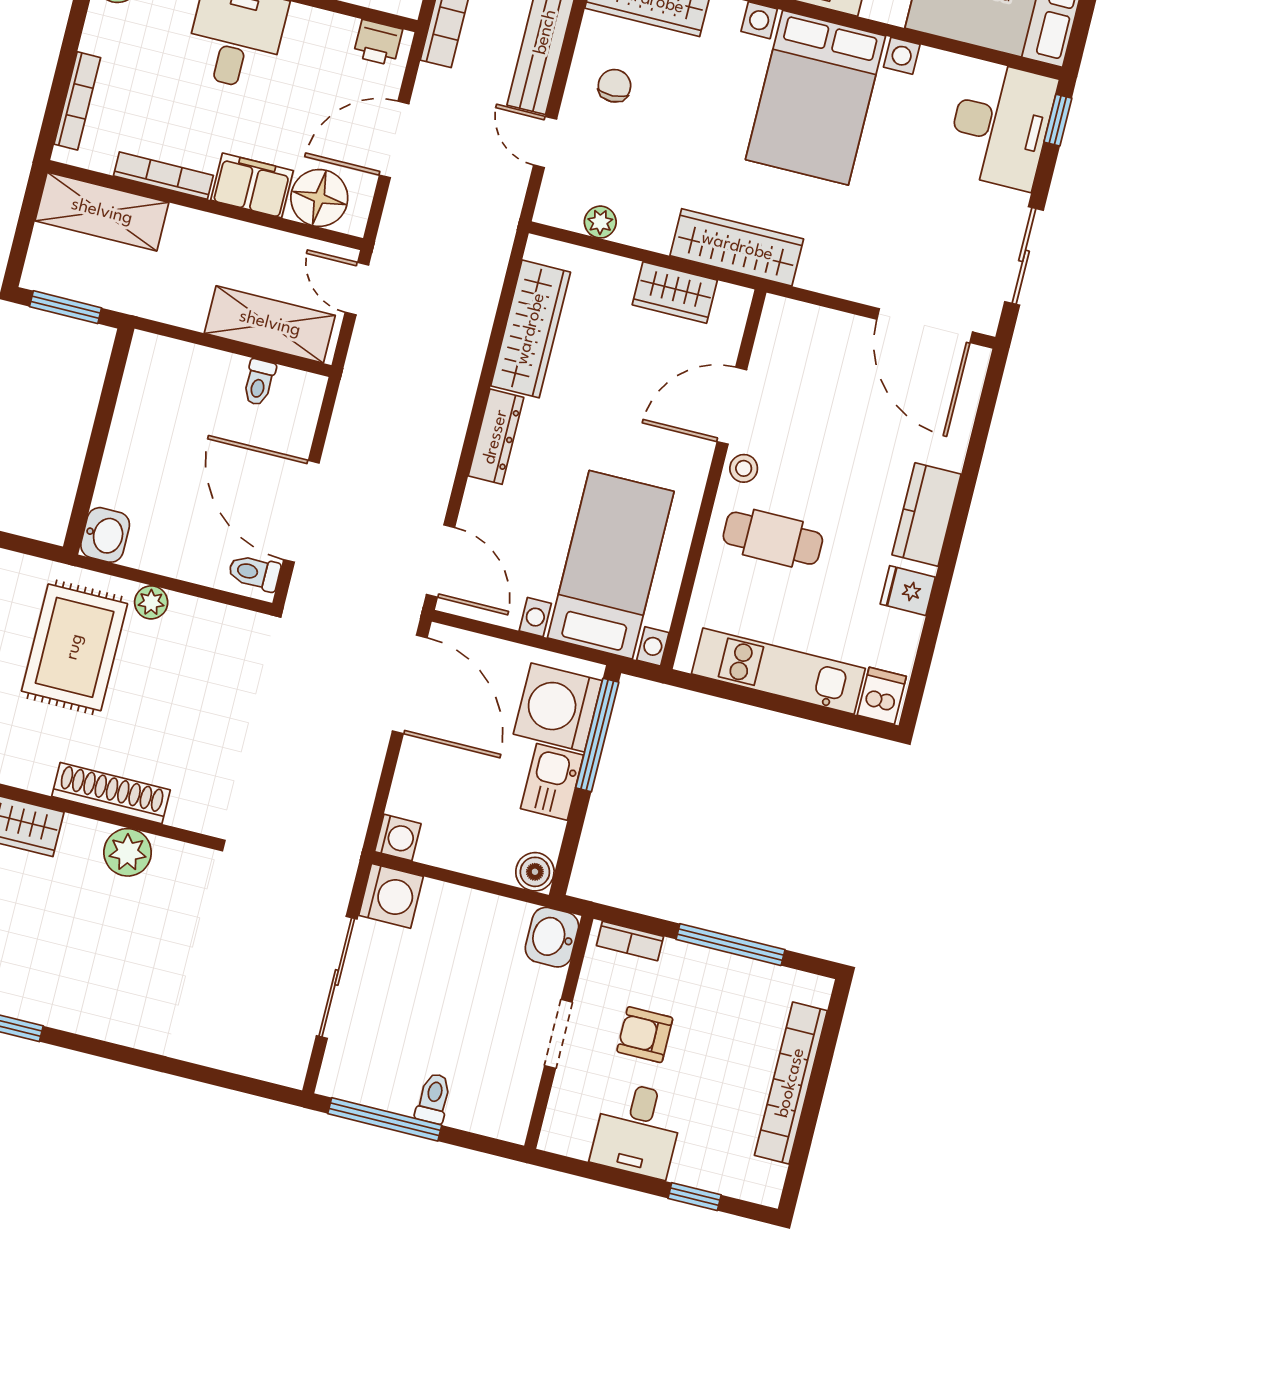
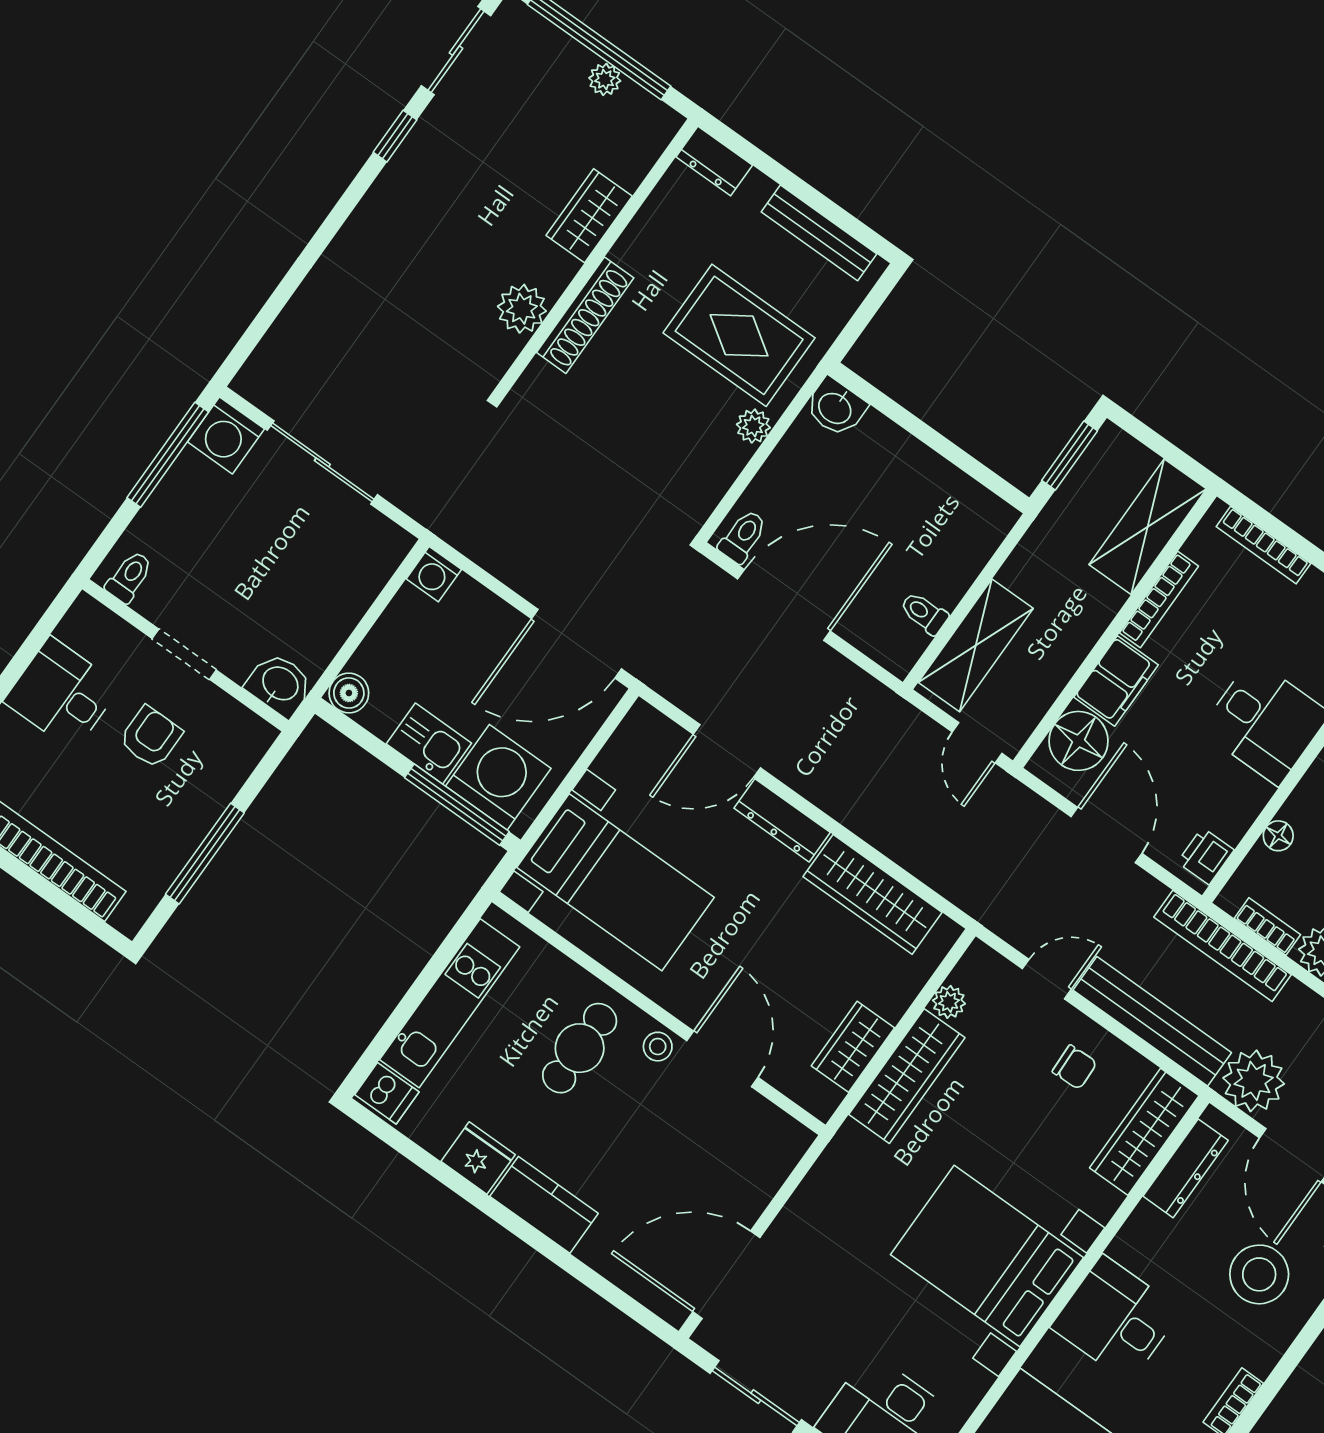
wardrobe: (737, 247) -> (907, 1076), moved
door: (357, 289) -> (977, 743), swing flipped
door: (441, 561) -> (727, 751), moved
fridge: (908, 591) -> (478, 1158), width x1.38
washing machine: (391, 896) -> (226, 435), moved
bookcase: (630, 941) -> (246, 758), removed
toilet: (433, 1098) -> (129, 577), moved, turned -90

